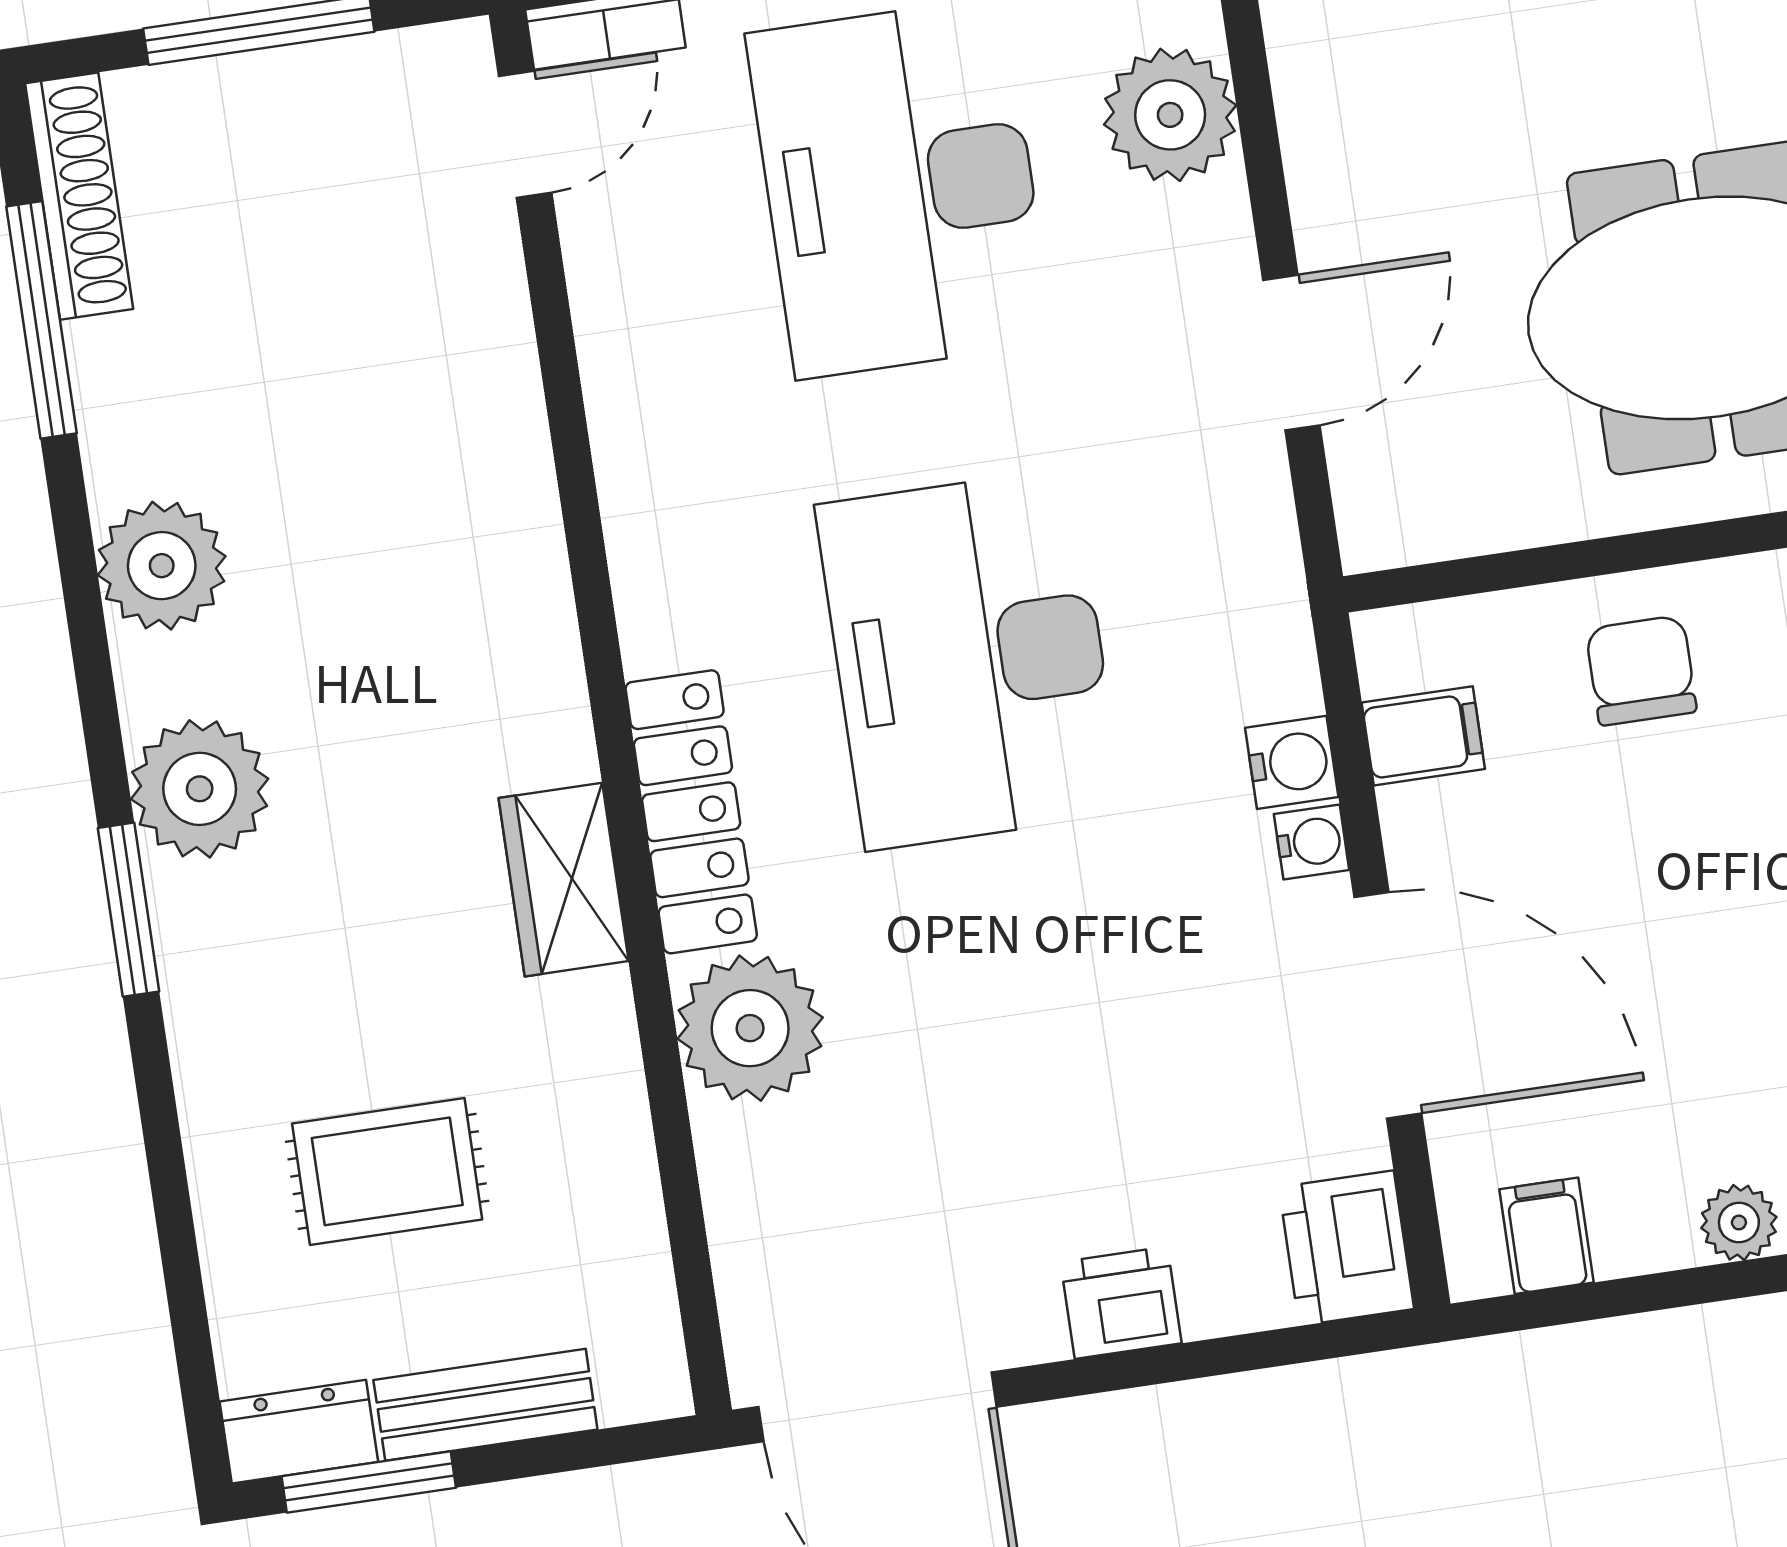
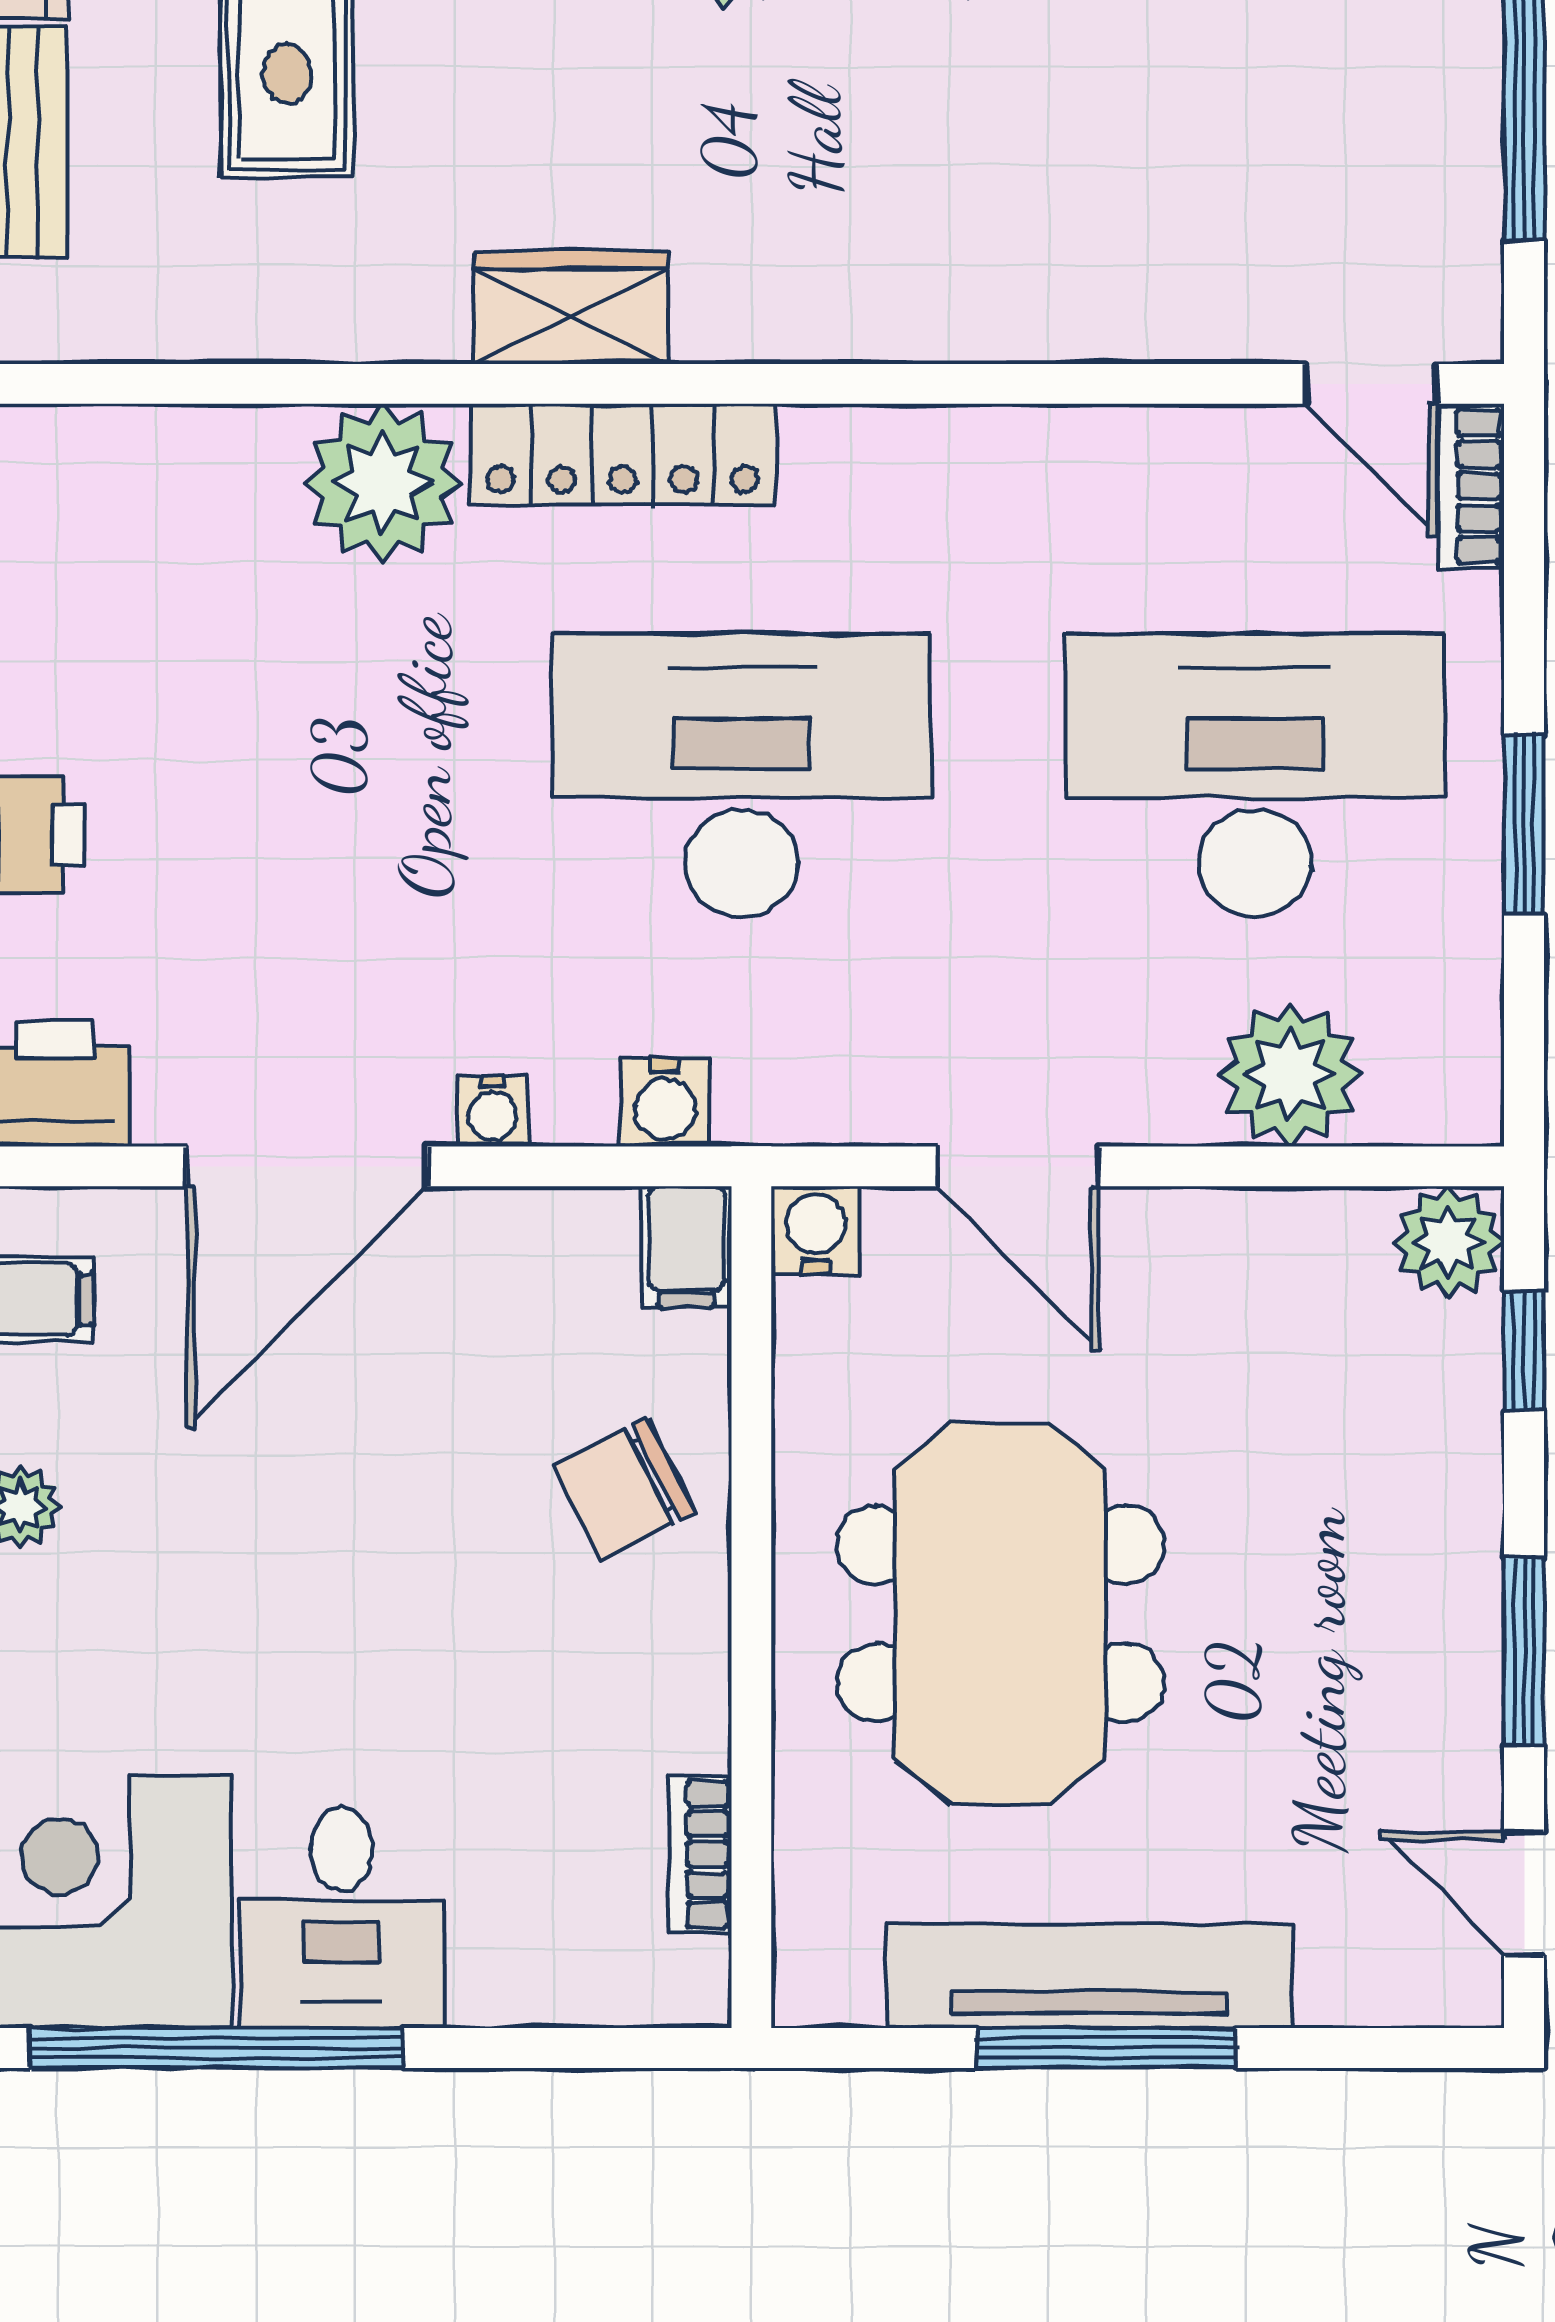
water cooler: (1377, 530) -> (815, 1230), added
chair: (1641, 670) -> (624, 1489), turned 153
filing cabinet: (1423, 736) -> (686, 1247), moved
water cooler: (1292, 762) -> (665, 1102), moved

